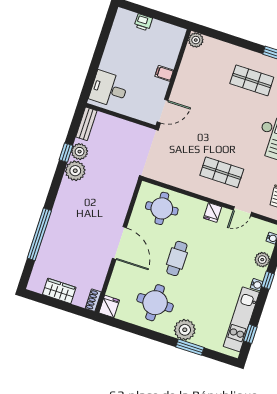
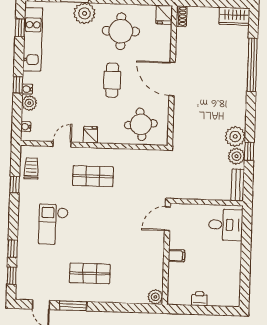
printer: (143, 22) -> (199, 299), moved
water cooler: (257, 285) -> (27, 89), moved
wardrobe: (59, 291) -> (234, 16), moved

